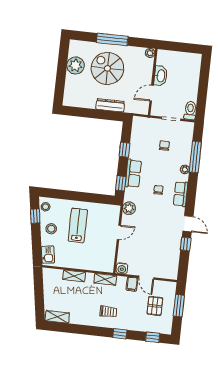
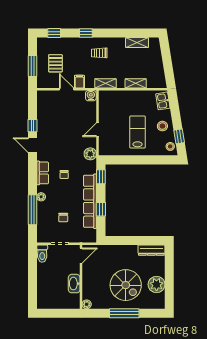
door: (152, 93) -> (81, 256), moved
dresser: (110, 105) -> (151, 250), moved
row of seats: (133, 173) -> (90, 201), width x2.02
lab bench: (78, 225) -> (138, 132), turned 180
shelving: (57, 317) -> (137, 43), moved

